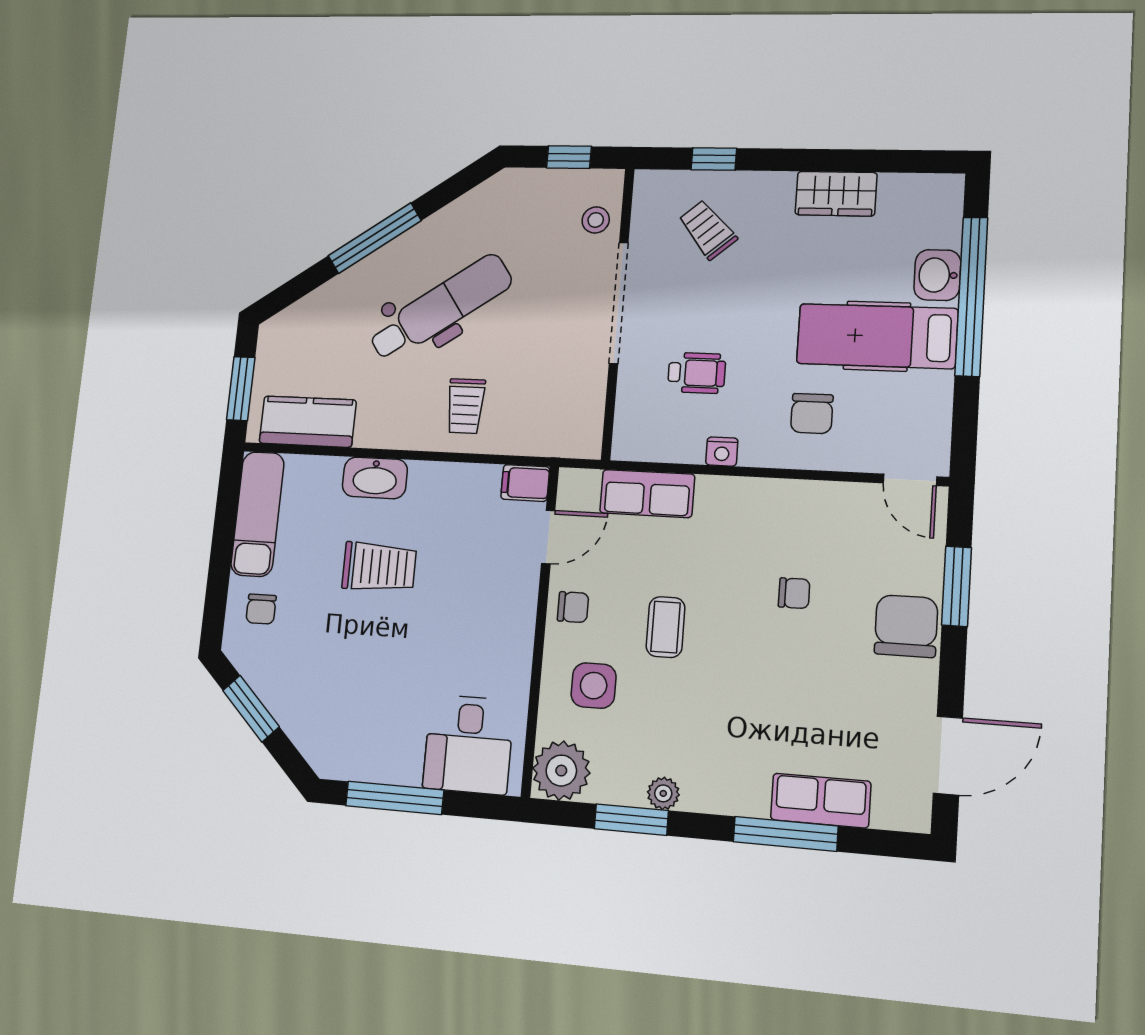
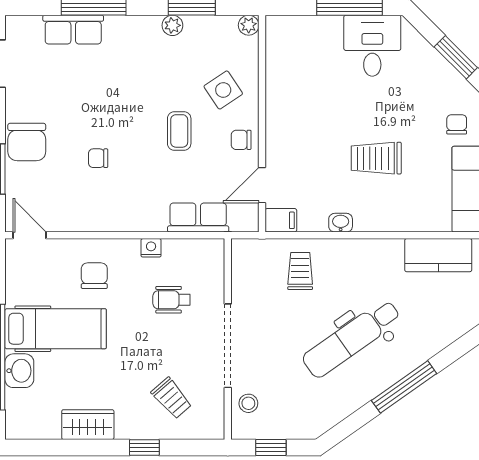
window: (714, 159) -> (144, 448), moved
trolley: (466, 406) -> (300, 271), moved
washbasin: (375, 478) -> (341, 223), moved, width x0.52, depth x0.69
side table: (594, 686) -> (223, 90), turned -34
desk: (468, 744) -> (372, 46), moved
plant: (561, 771) -> (249, 25), width x0.53, depth x0.53

